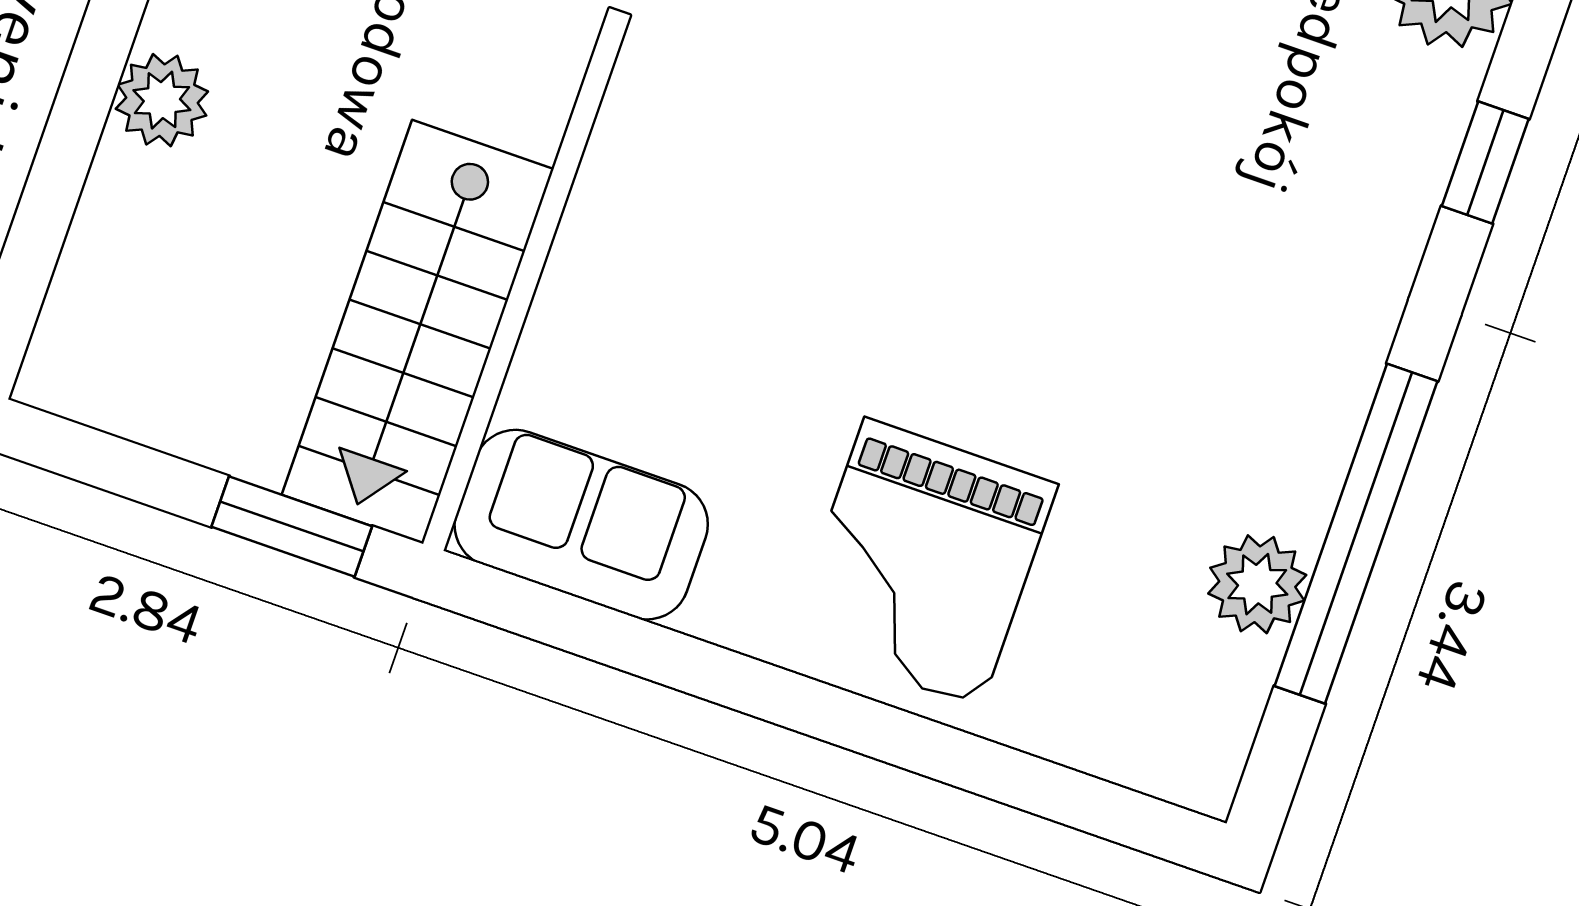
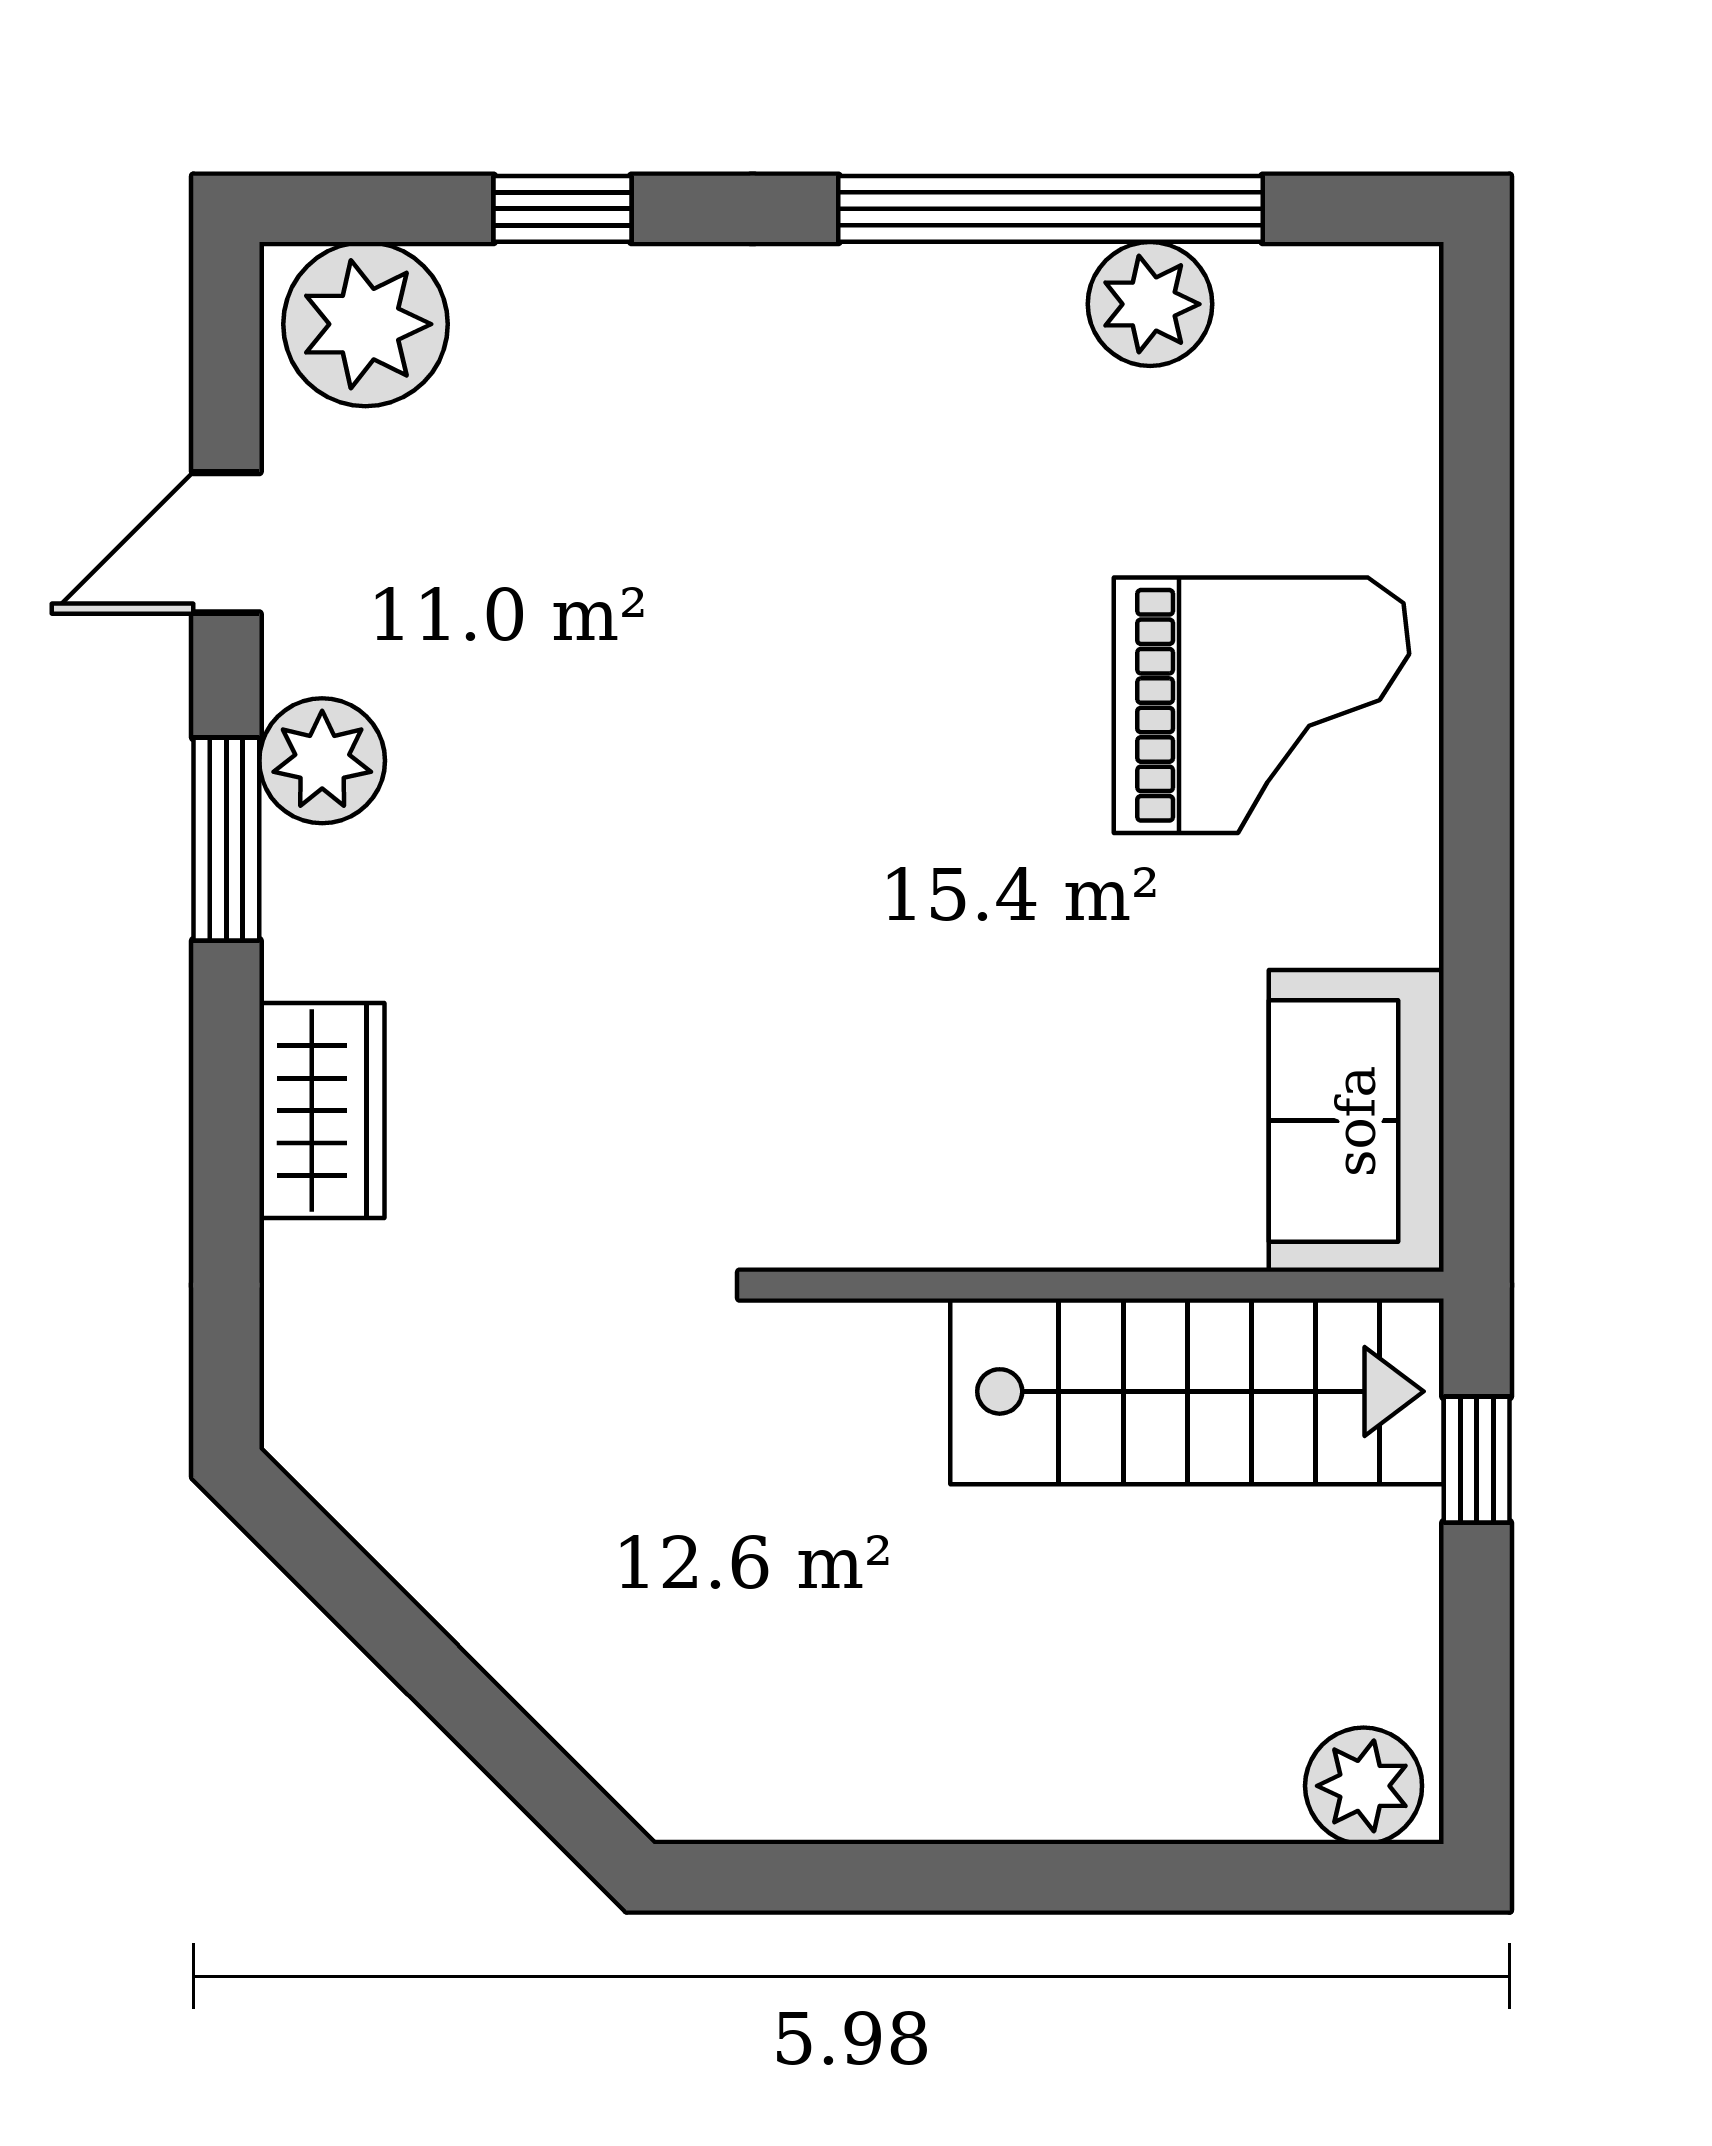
plant: (162, 100) -> (1364, 1786), moved
window: (292, 526) -> (1477, 1460), width x0.67

